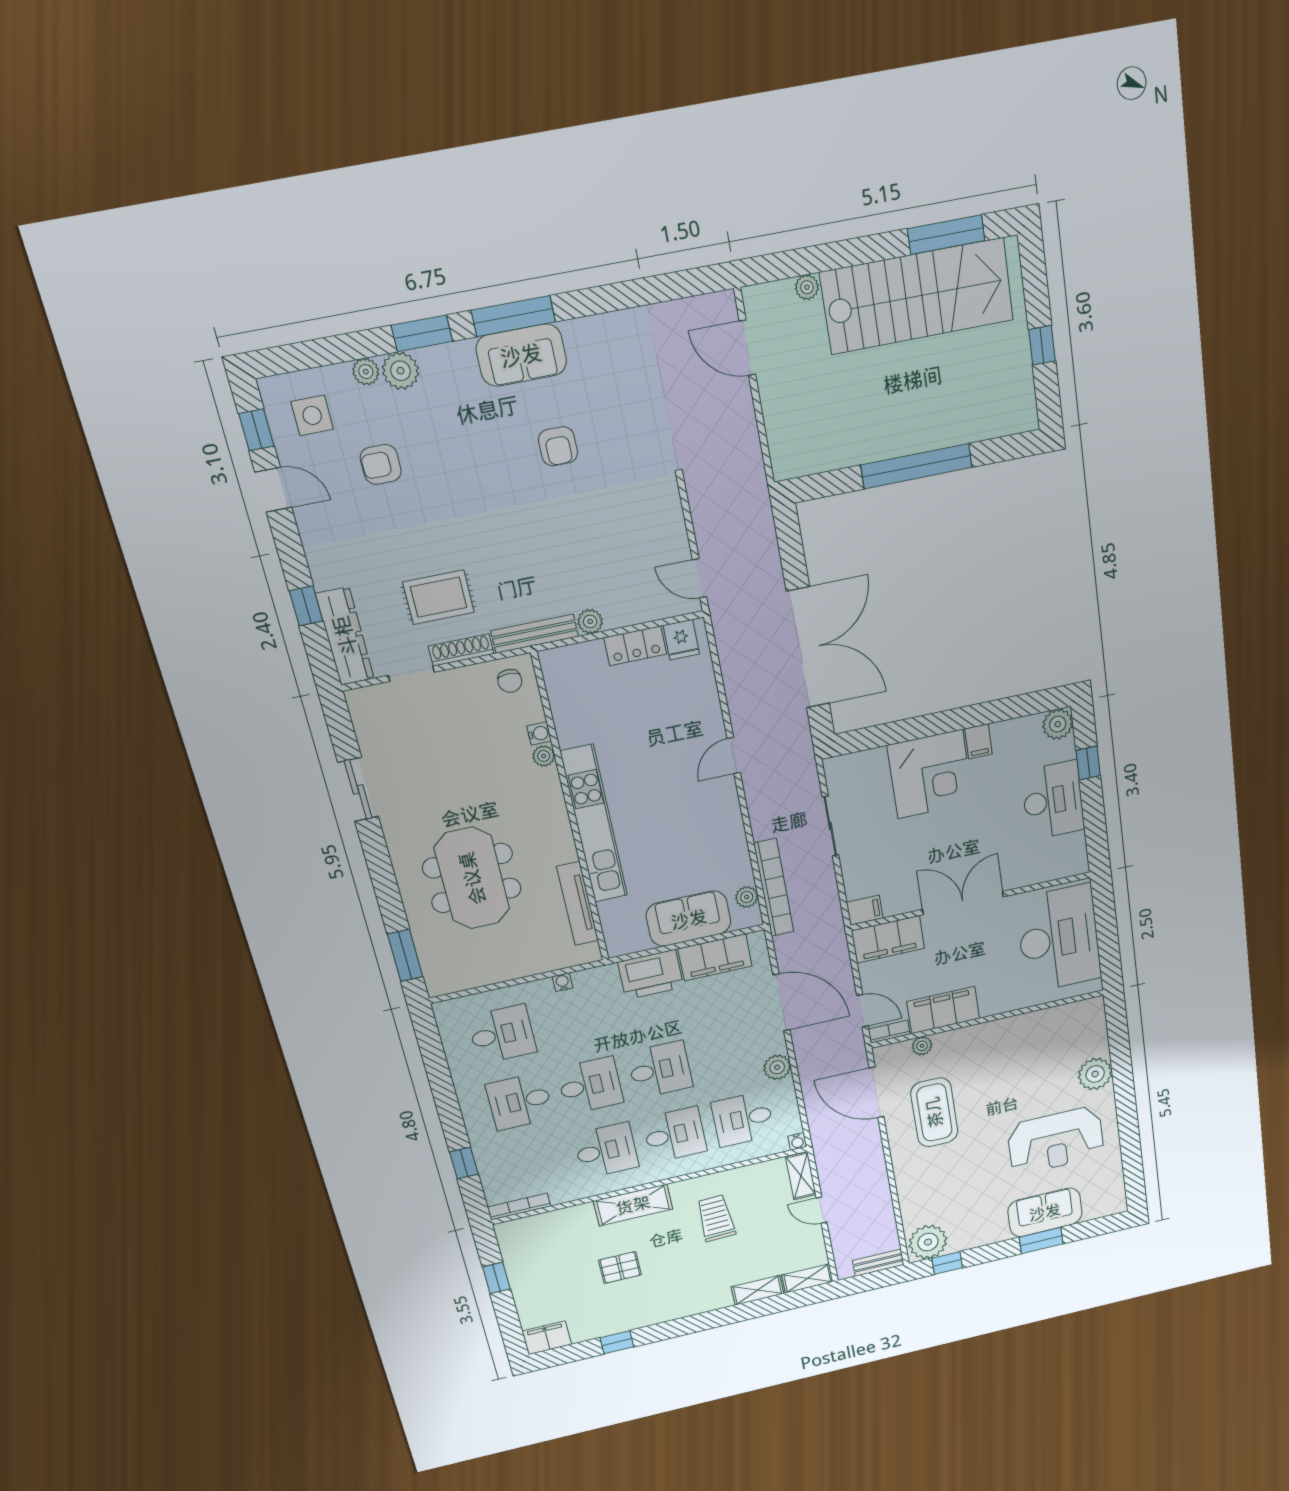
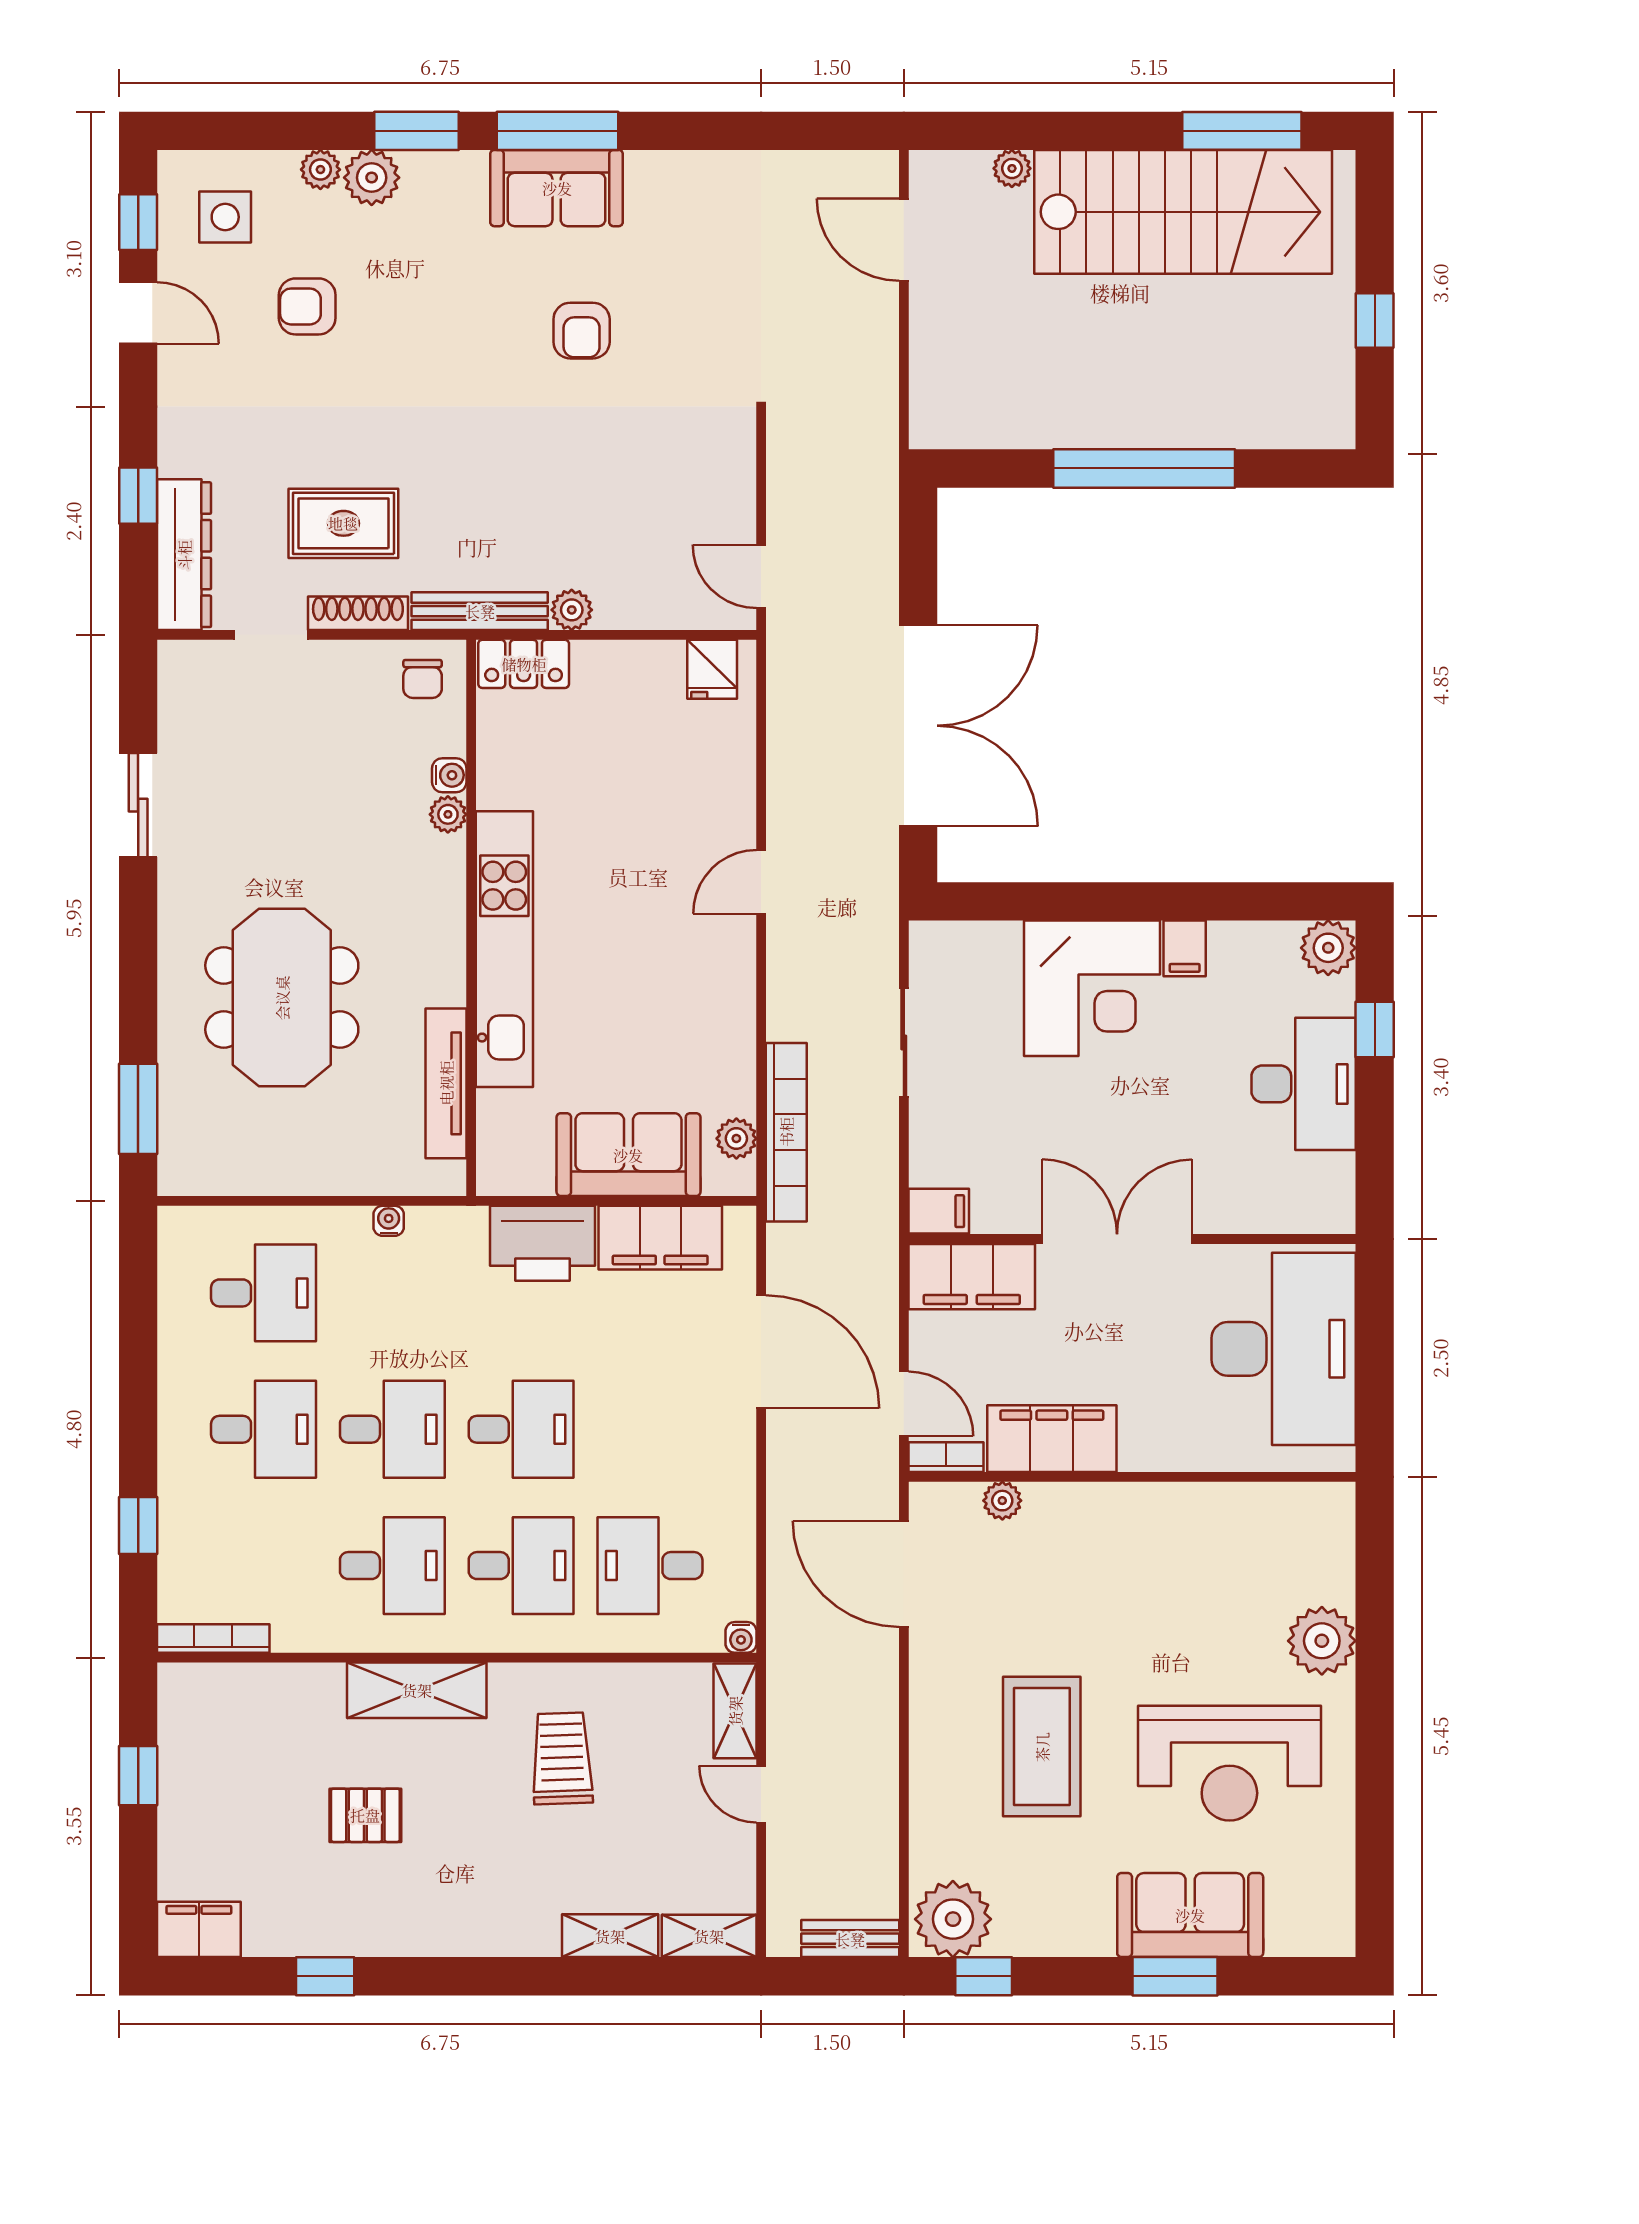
locker: (635, 646) -> (524, 664), moved
plant: (777, 1067) -> (731, 1477), removed
desk: (520, 1101) -> (263, 1429), turned 180
coffee table: (934, 1112) -> (1042, 1747), moved

